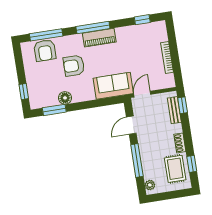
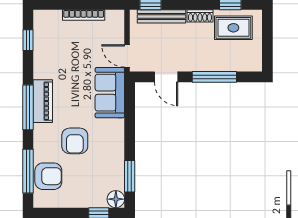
floor lamp: (65, 98) -> (116, 199), moved
bench: (174, 110) -> (162, 16), width x1.36
plant: (150, 185) -> (250, 65), removed

